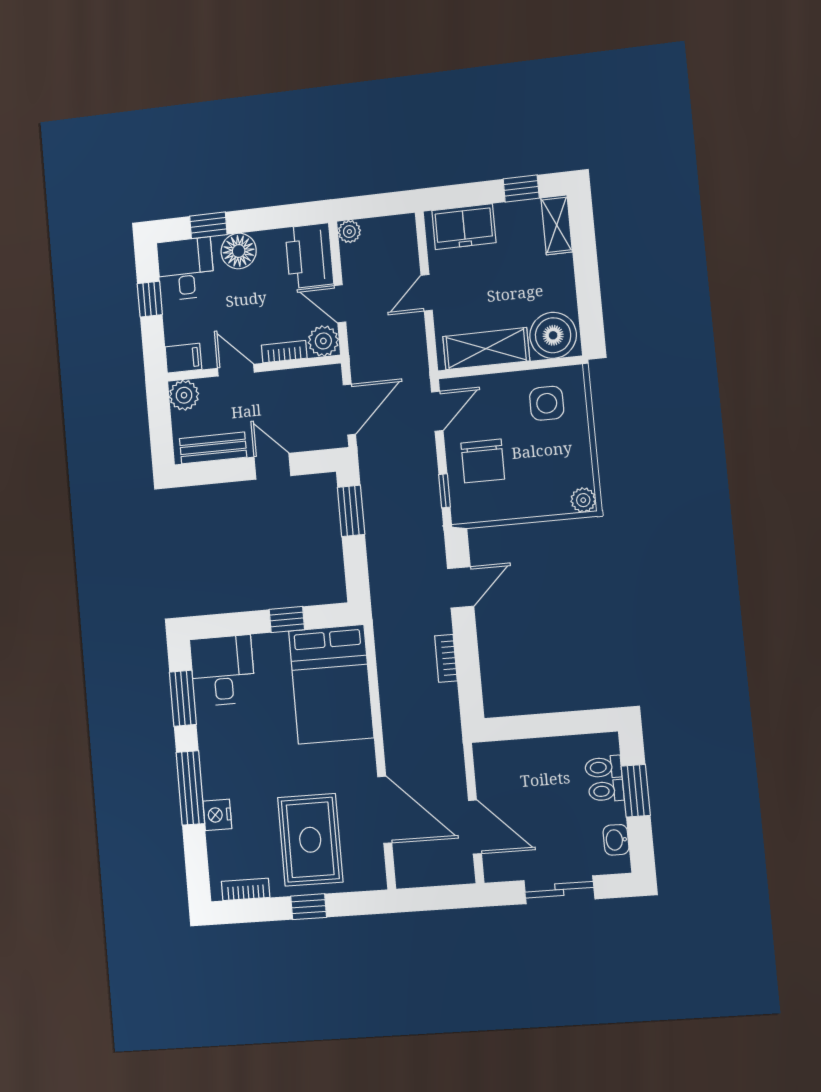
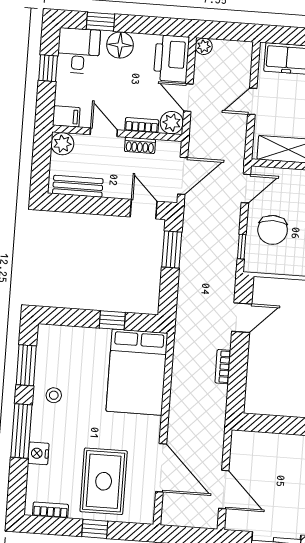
shoe rack: (286, 379) -> (140, 145), added
door: (272, 466) -> (144, 209), moved
desk: (223, 671) -> (59, 350), removed
stool: (225, 733) -> (54, 395), added

